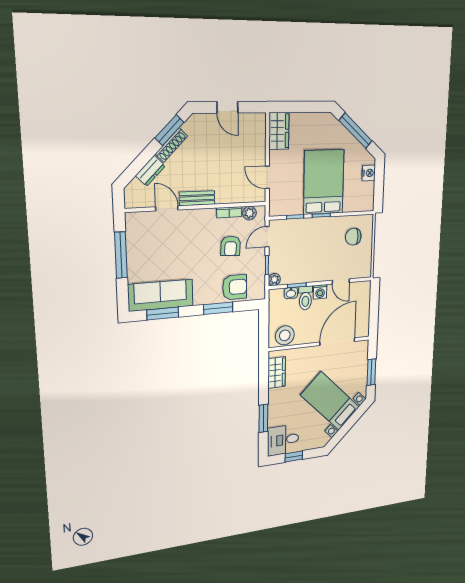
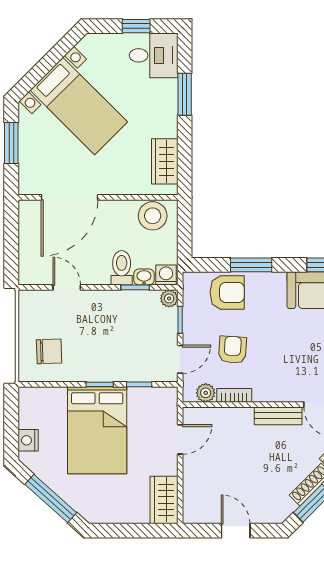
door: (267, 177) -> (180, 439), hinge flipped
armchair: (235, 287) -> (227, 292), turned 180
washing machine: (320, 292) -> (166, 275), moved

